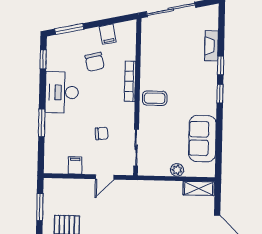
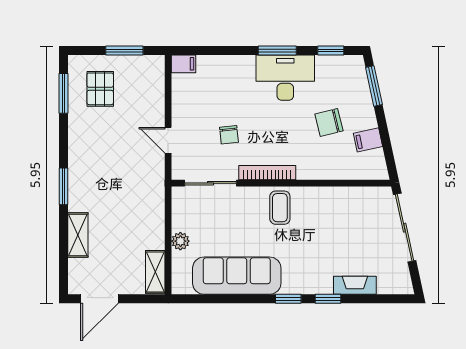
bookcase: (130, 81) -> (267, 173), moved
window: (42, 123) -> (277, 50), moved
sofa: (202, 139) -> (237, 276), width x1.36
filing cabinet: (75, 165) -> (184, 64), moved

